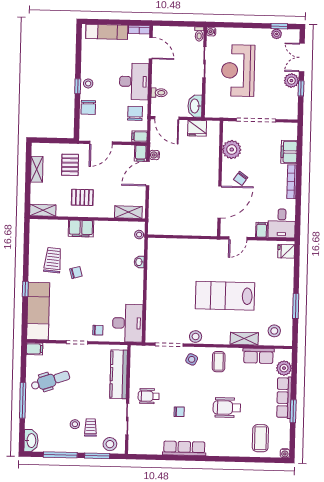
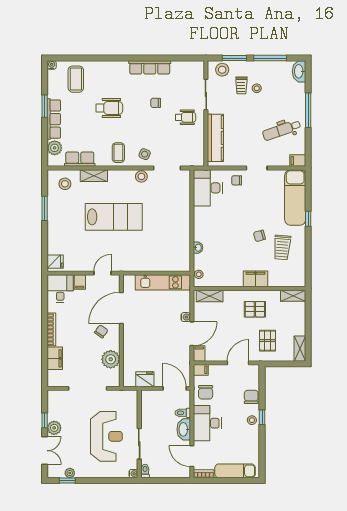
washbasin: (195, 106) -> (184, 429), moved, turned 180
water cooler: (155, 155) -> (186, 317), moved
shelving: (37, 169) -> (300, 349), moved
kitchen unit: (176, 227) -> (163, 282), added

